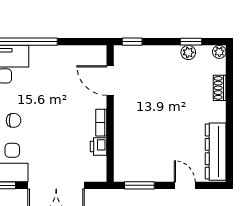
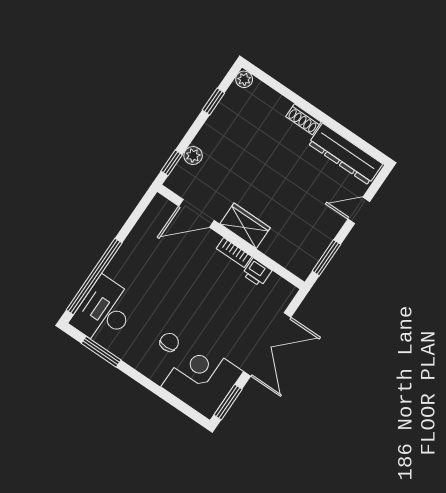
plant: (188, 52) -> (193, 156), moved
shoe rack: (220, 88) -> (303, 119), moved
wardrobe: (124, 118) -> (245, 226), added

